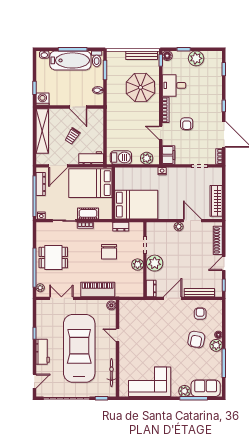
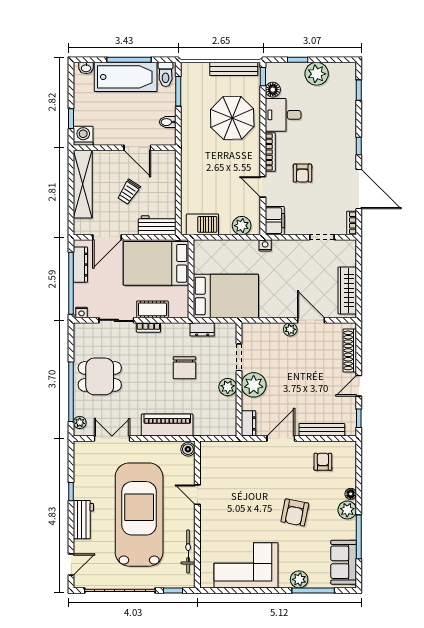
floor lamp: (167, 56) -> (273, 90), moved
armchair: (196, 340) -> (295, 513), moved
sofa: (206, 388) -> (344, 562), moved, turned -90

